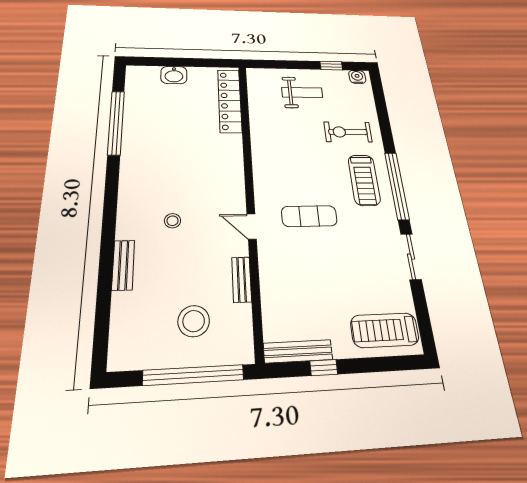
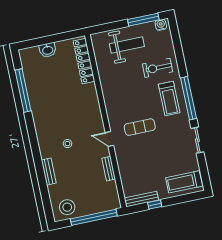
window: (331, 66) -> (143, 20), width x2.17
weight bench: (302, 92) -> (127, 45), width x1.36, depth x1.33
stool: (194, 321) -> (67, 207), moved

